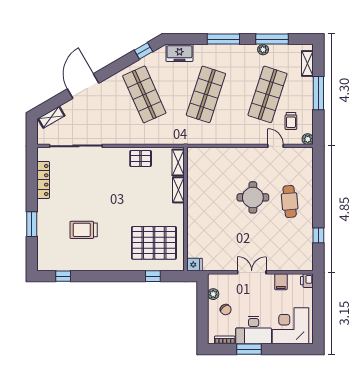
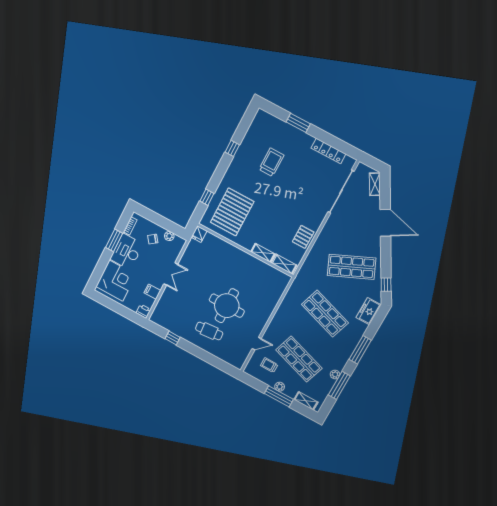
plant: (308, 139) -> (280, 387), moved
round table: (253, 197) -> (227, 306), width x1.36, depth x1.36
window: (63, 276) -> (232, 148), moved

